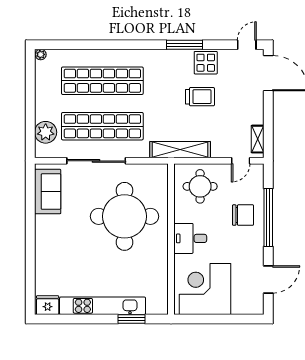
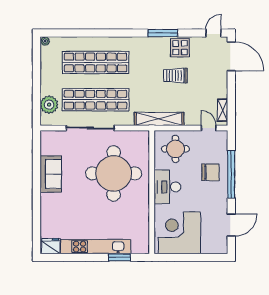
trolley: (200, 97) -> (175, 76), turned 180
door: (241, 161) -> (209, 128), swing flipped
sofa: (48, 192) -> (51, 174), moved
desk: (190, 238) -> (167, 187), width x1.37

